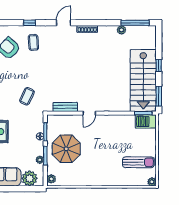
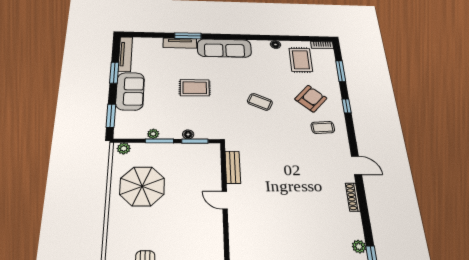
window: (30, 23) -> (347, 106), moved
coffee table: (27, 96) -> (260, 102), moved
parasol: (66, 149) -> (142, 186), moved
plant: (30, 178) -> (126, 121), removed
window: (26, 189) -> (111, 116), added

